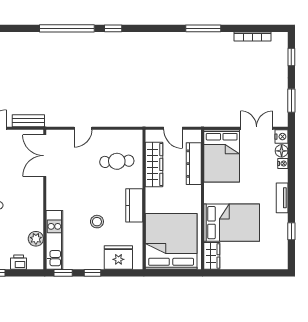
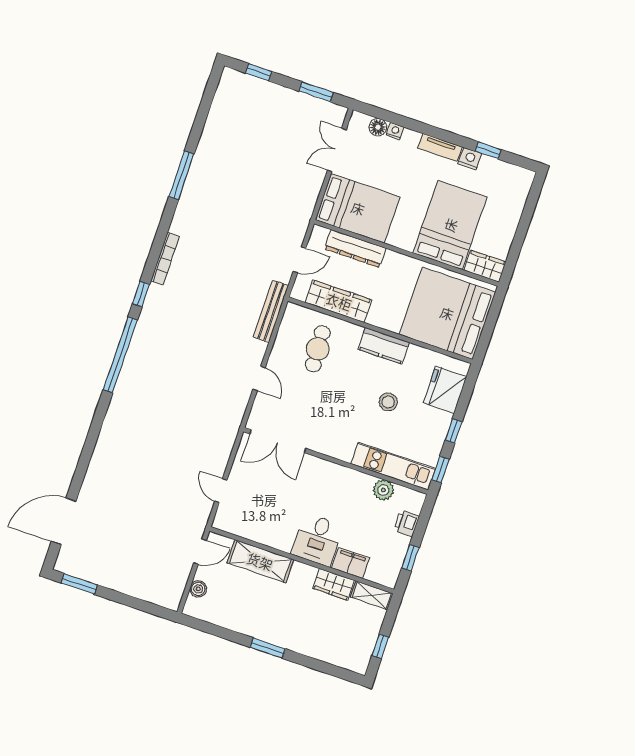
bookcase: (253, 37) -> (165, 259), moved
bench: (28, 121) -> (271, 311), moved, width x1.36
nightstand: (281, 137) -> (470, 159), moved

